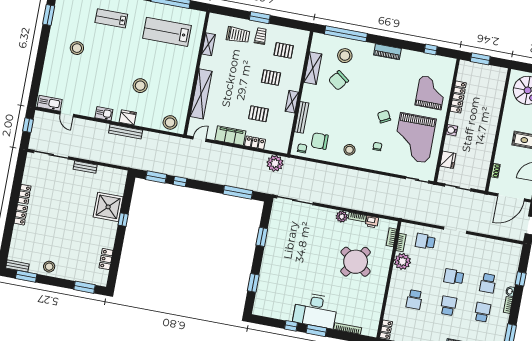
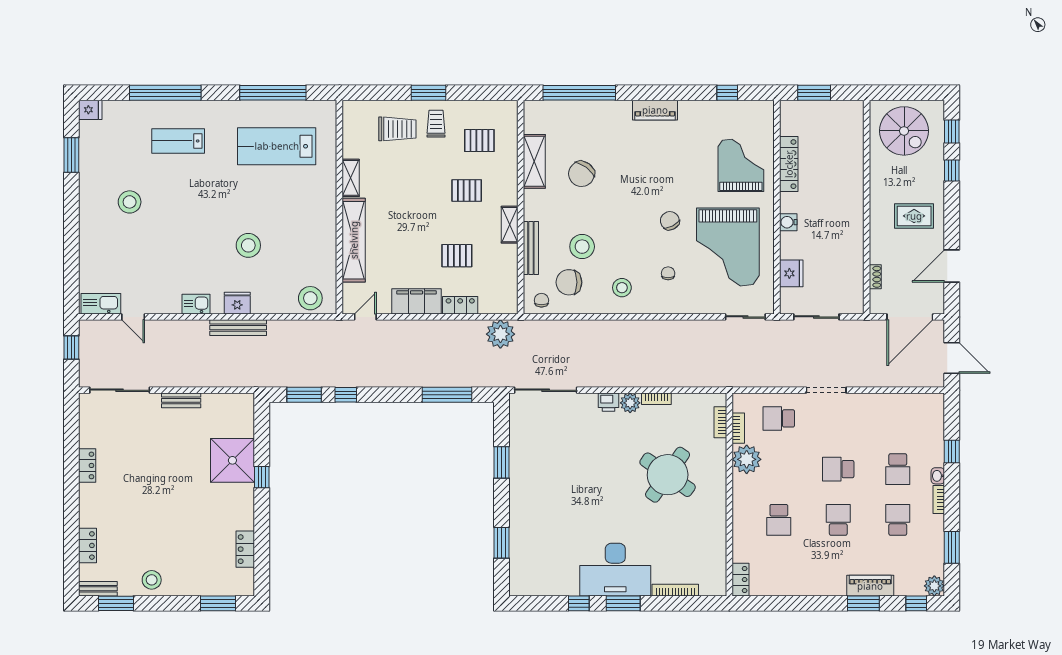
shelving: (209, 44) -> (351, 178), moved
stool: (345, 56) -> (582, 247), moved
locker: (21, 215) -> (87, 545), moved
printer: (372, 222) -> (609, 402), moved

